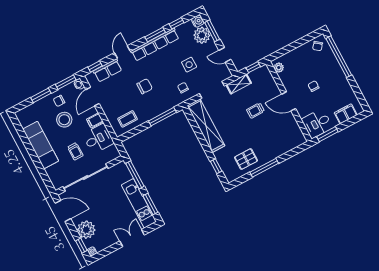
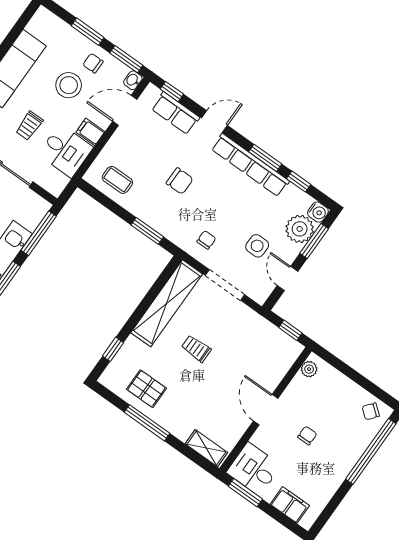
side table: (189, 65) -> (257, 246), moved
shelving: (239, 84) -> (206, 448), moved
trolley: (255, 110) -> (196, 349), moved
window: (162, 117) -> (147, 231), width x0.69

